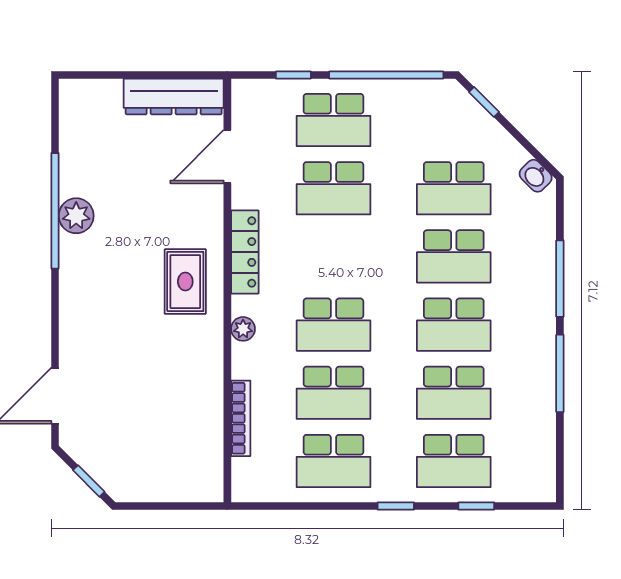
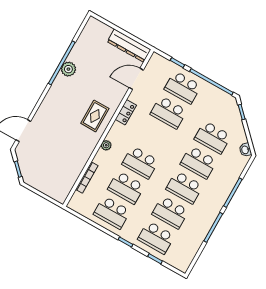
locker: (245, 252) -> (126, 112), width x0.66

